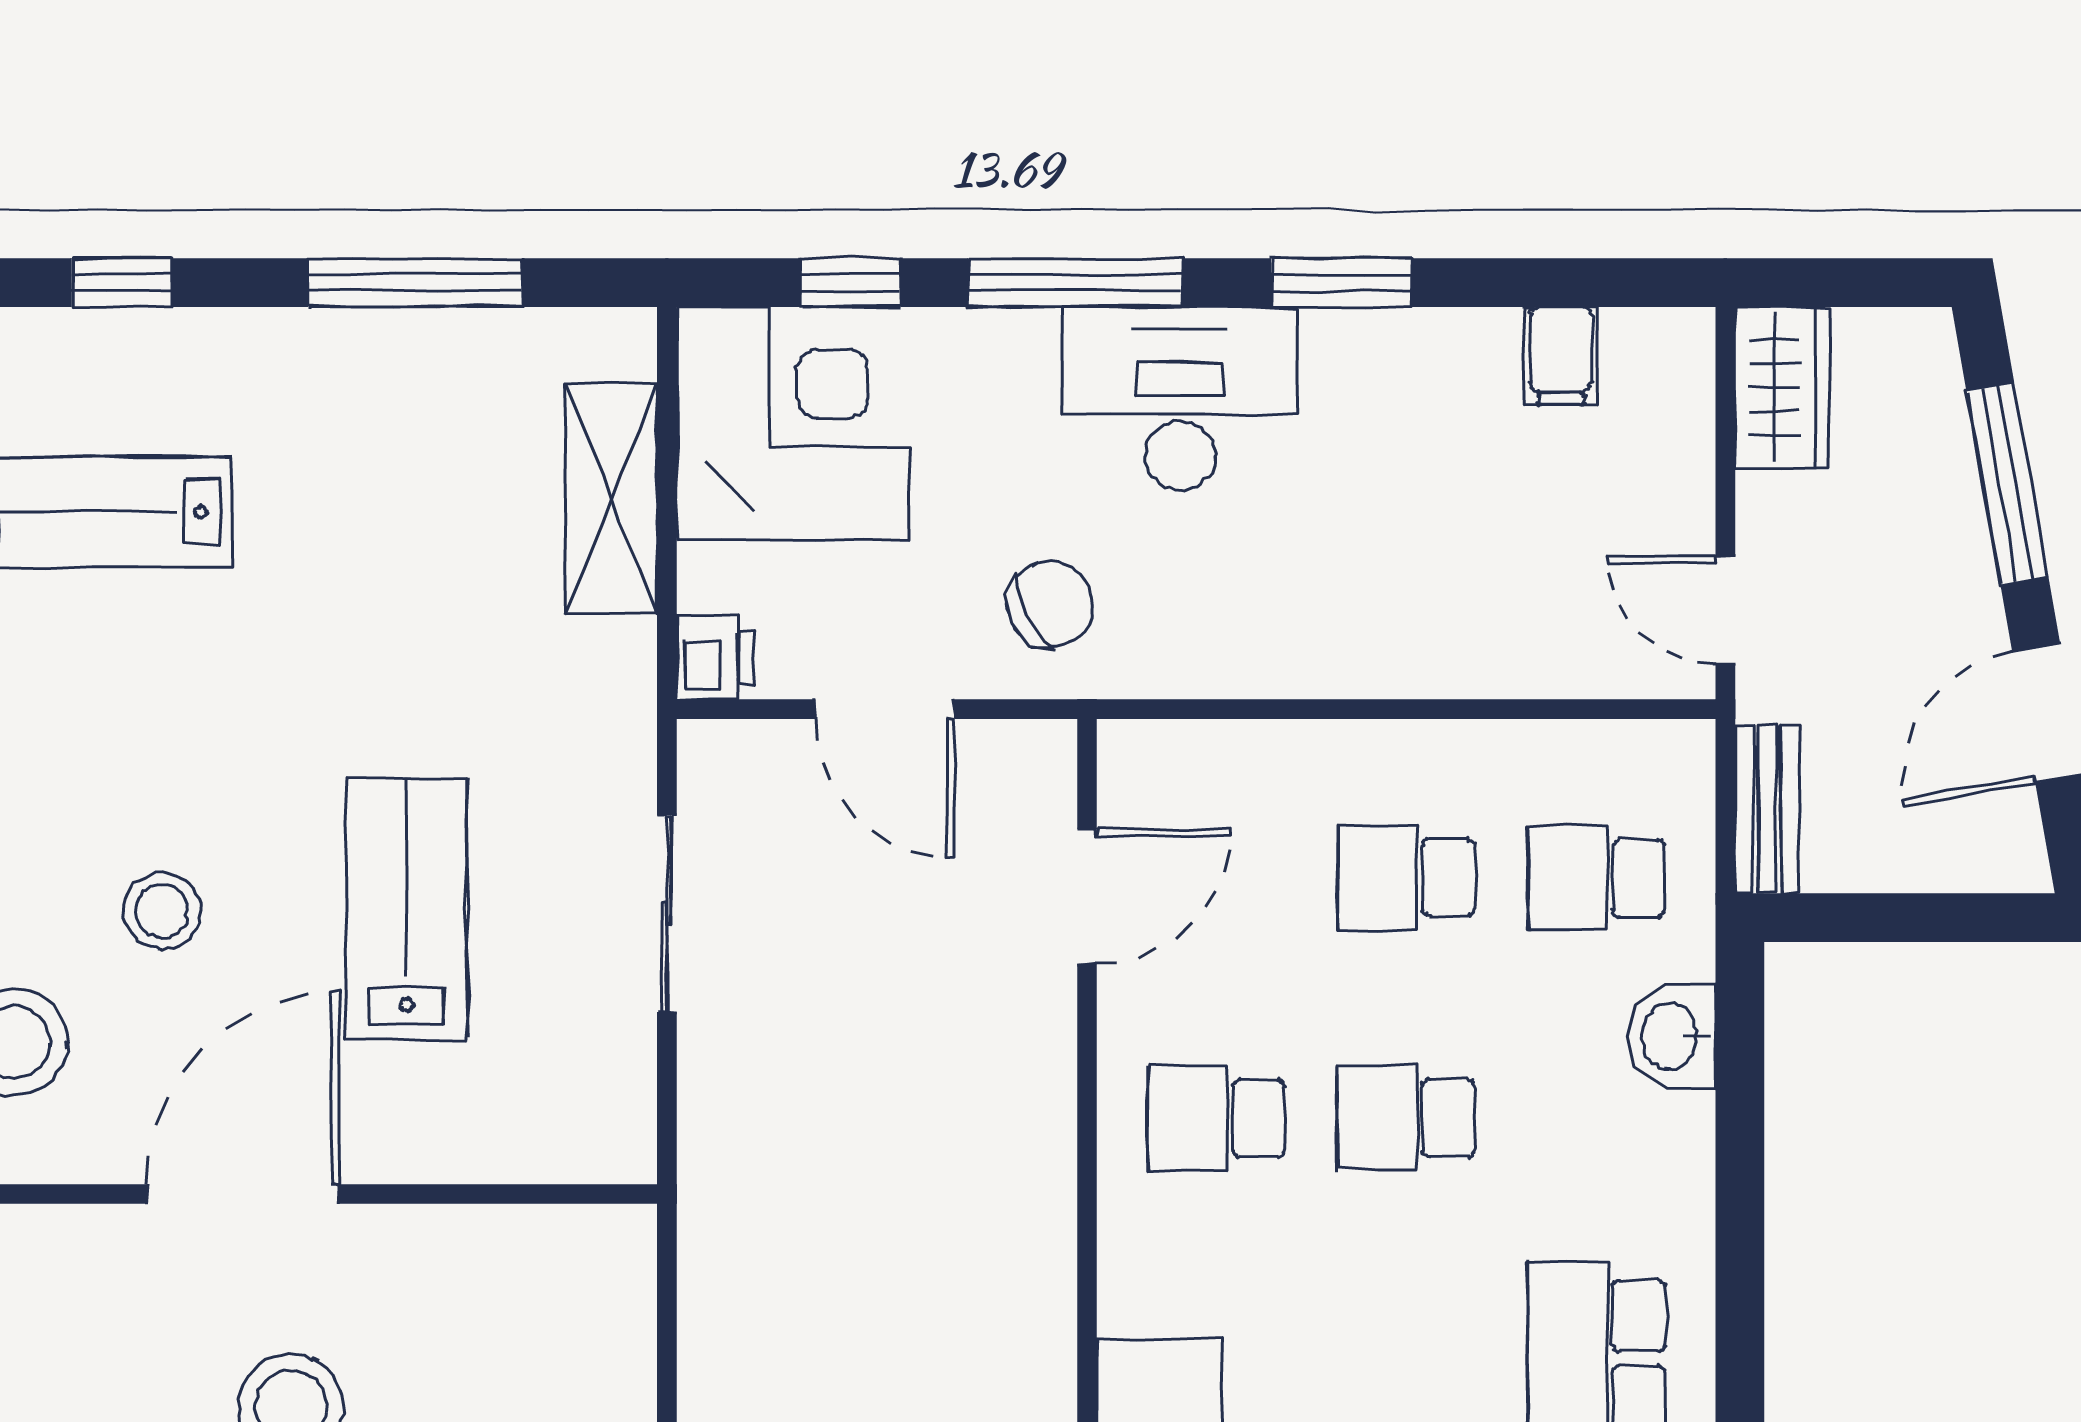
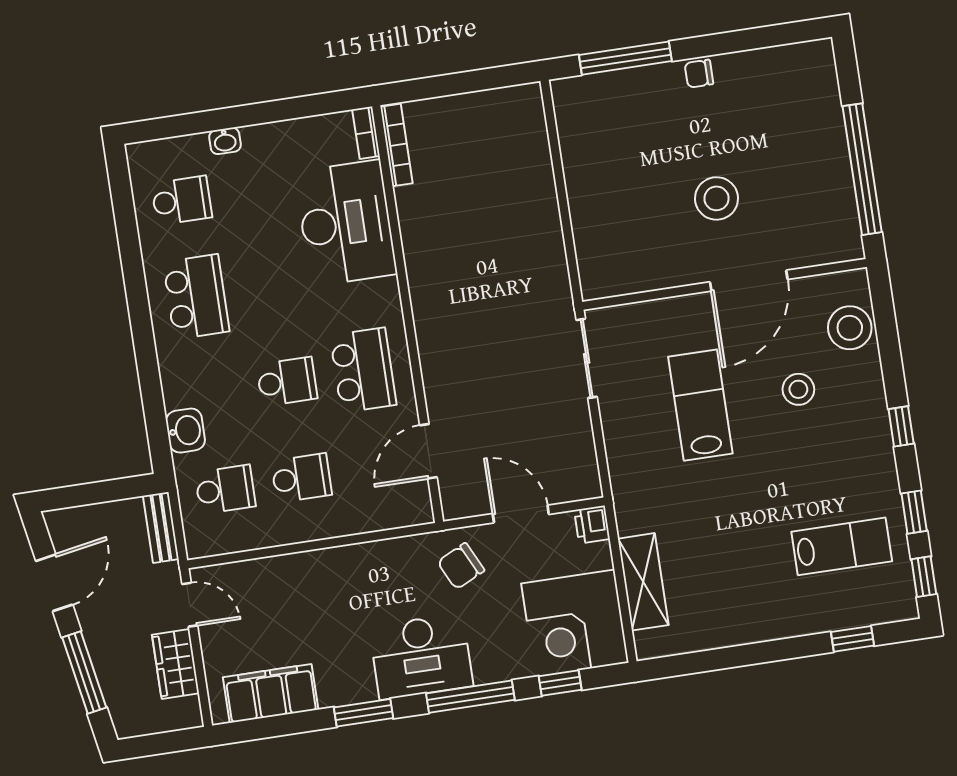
window: (415, 283) -> (735, 657), removed
filing cabinet: (1561, 356) -> (271, 693), width x3.00, depth x1.17
wardrobe: (1782, 387) -> (176, 664), moved
lab bench: (407, 908) -> (700, 405), turned 180
sliding door: (667, 914) -> (587, 358), moved
school desk: (1216, 1118) -> (363, 370), width x1.85

